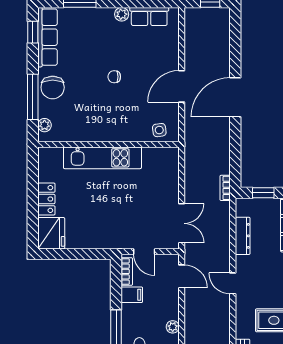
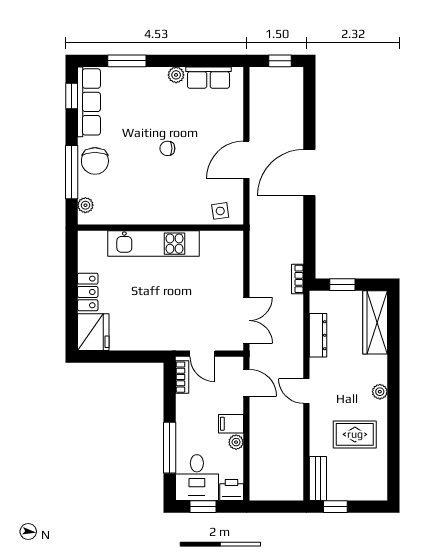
filing cabinet: (132, 295) -> (231, 424), moved, turned 180

